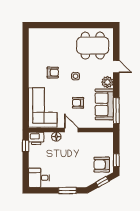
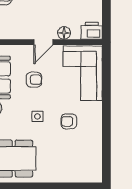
door: (71, 130) -> (43, 42), hinge flipped
window: (26, 146) -> (106, 20), removed

